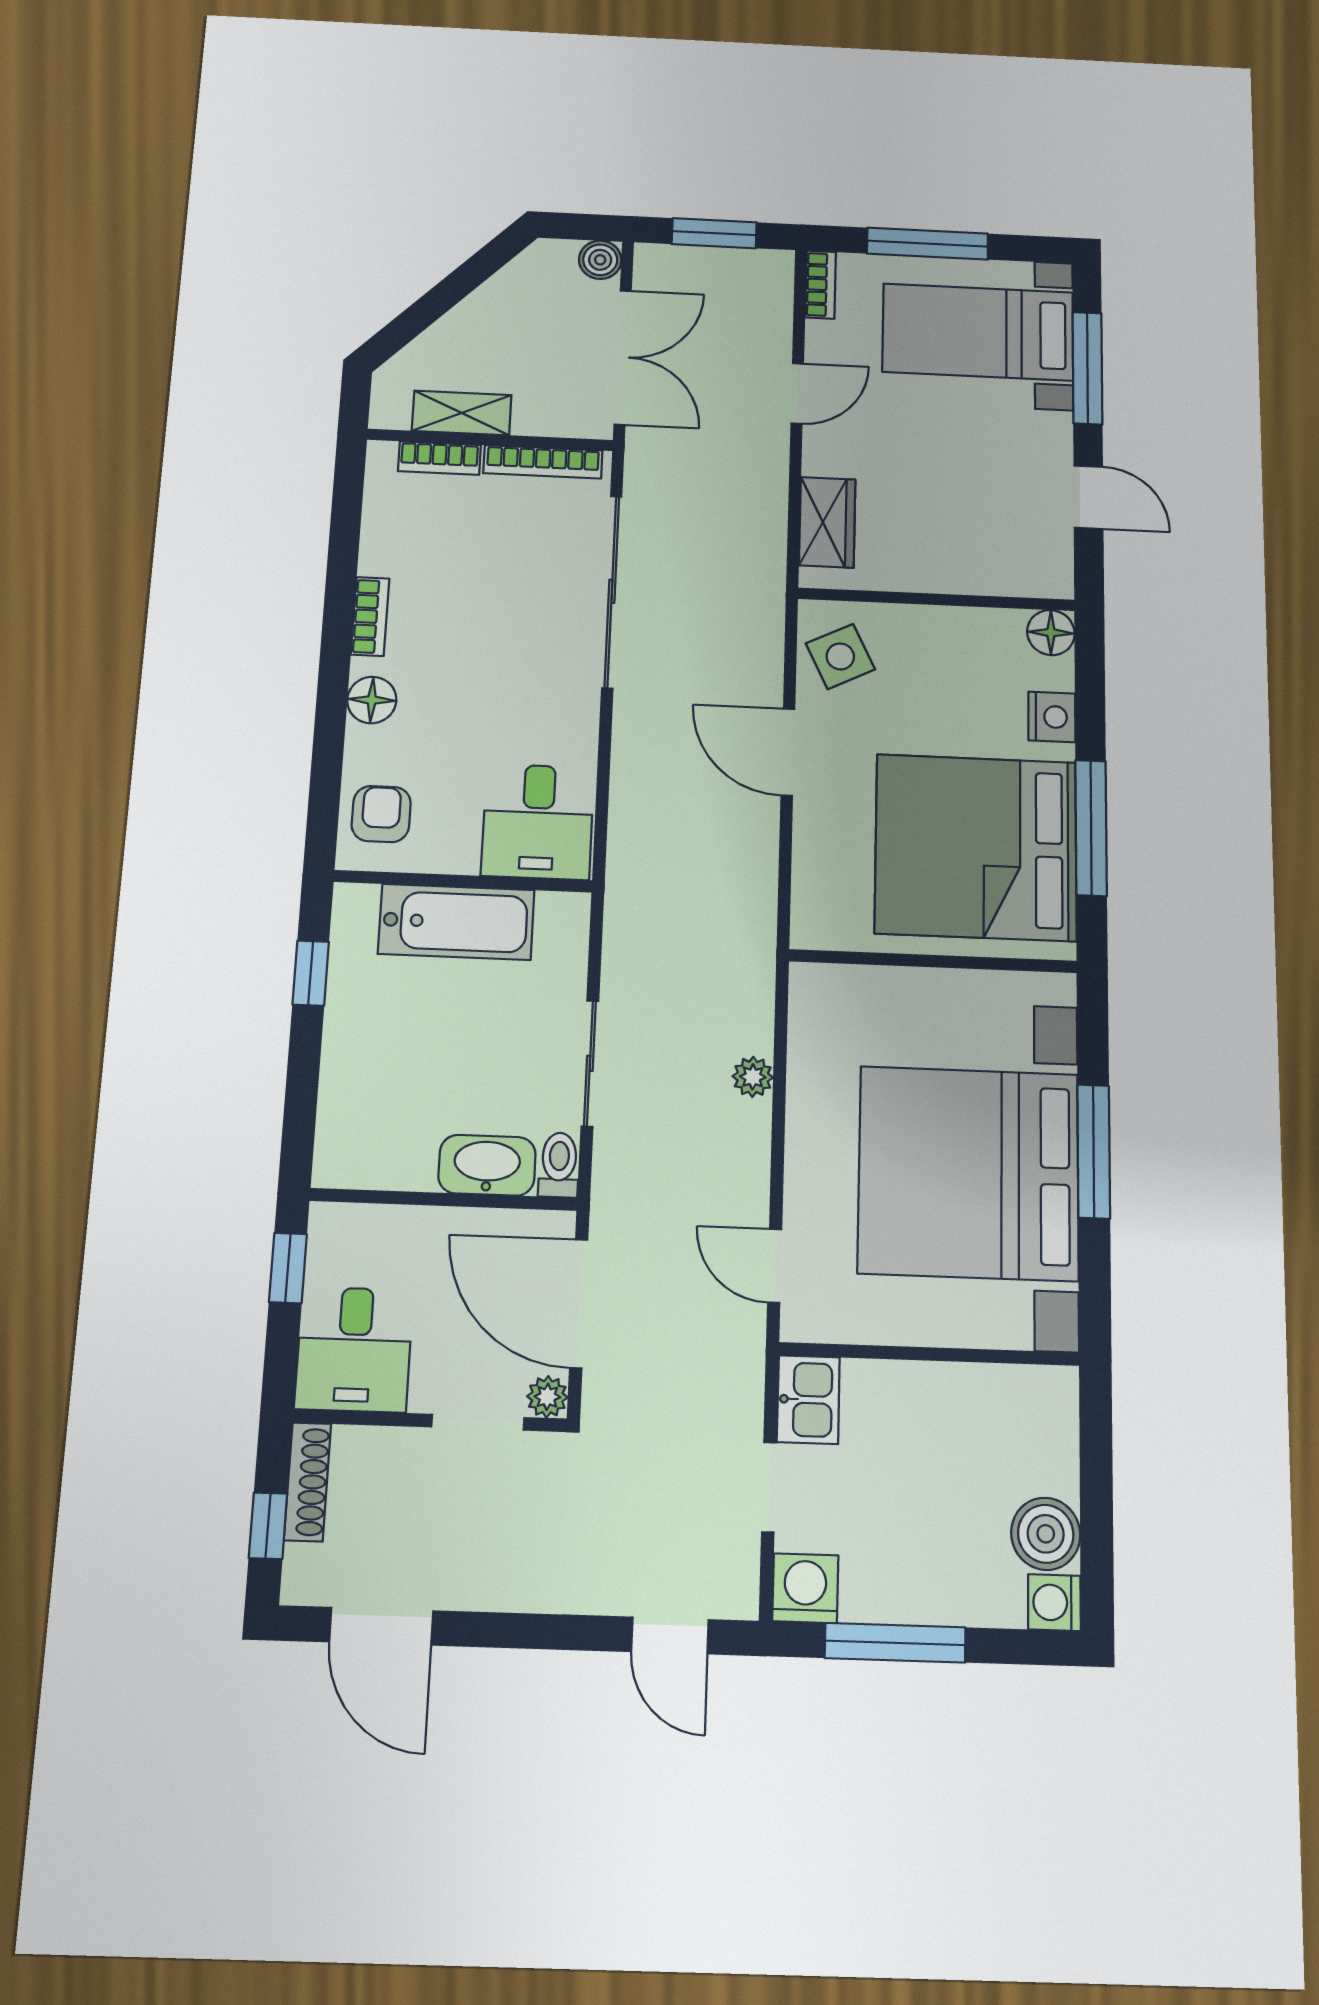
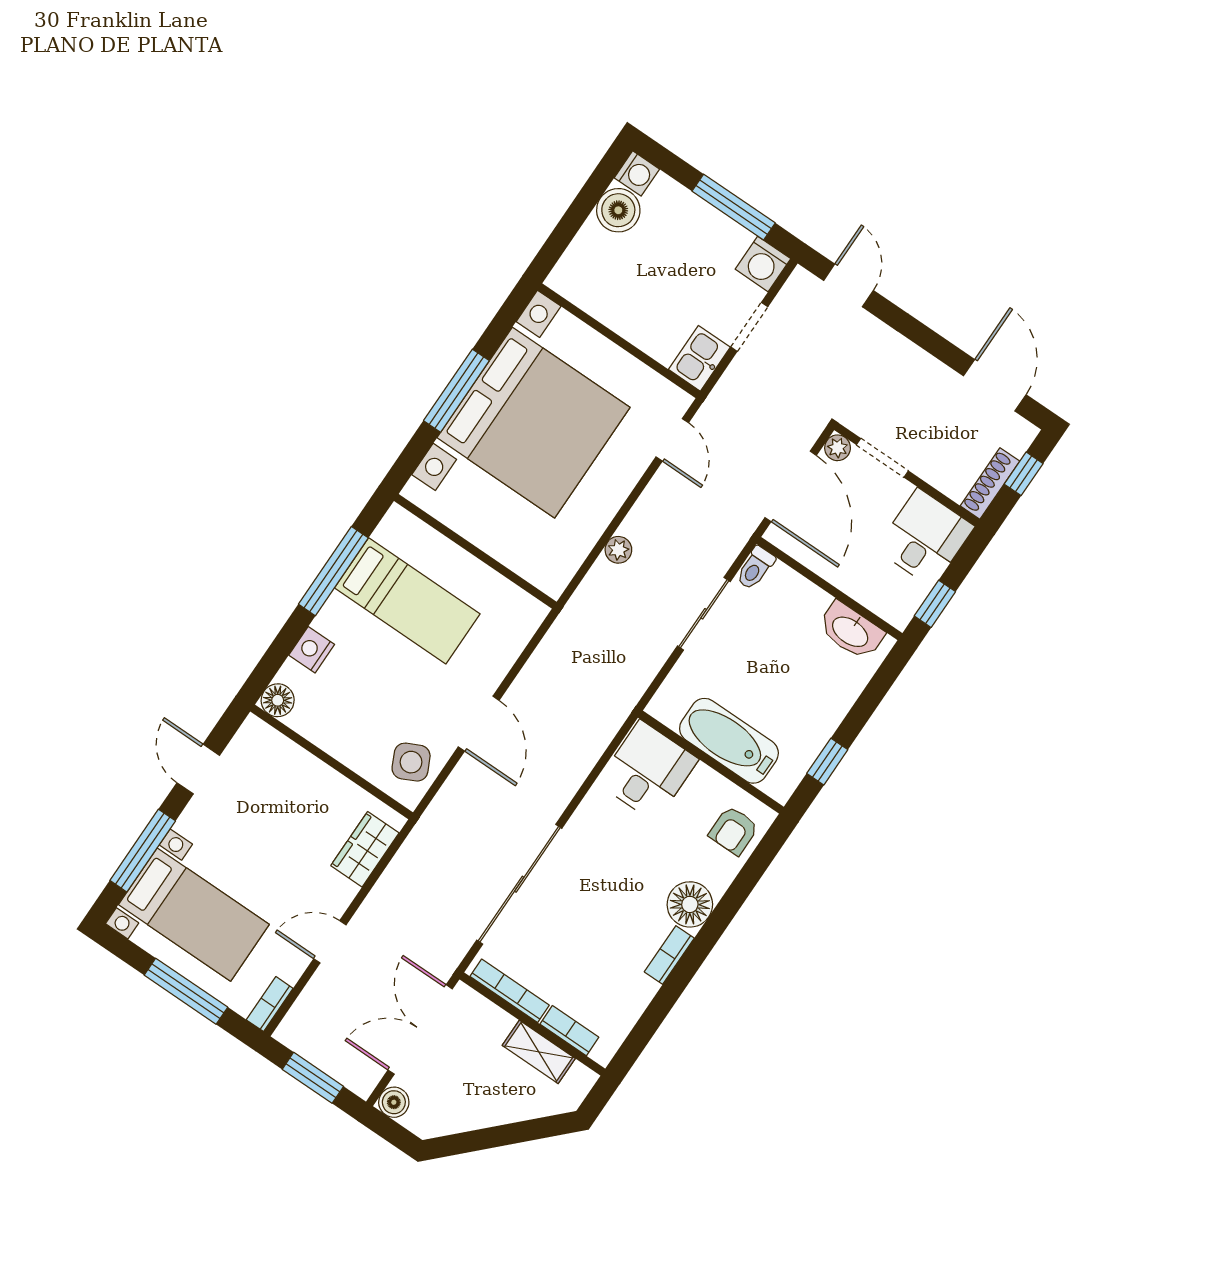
floor lamp: (372, 700) -> (690, 904), width x1.38, depth x1.38
bed: (976, 847) -> (407, 601), width x0.49
washbasin: (487, 1165) -> (851, 631), moved

